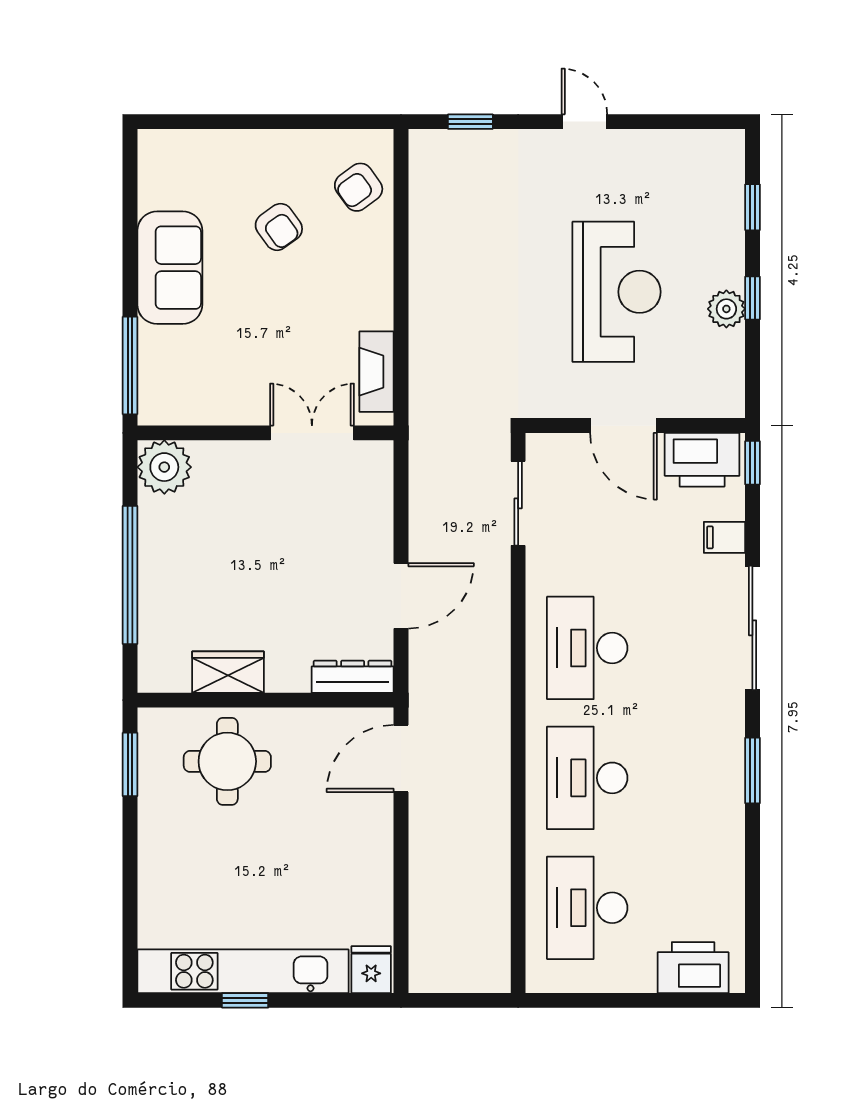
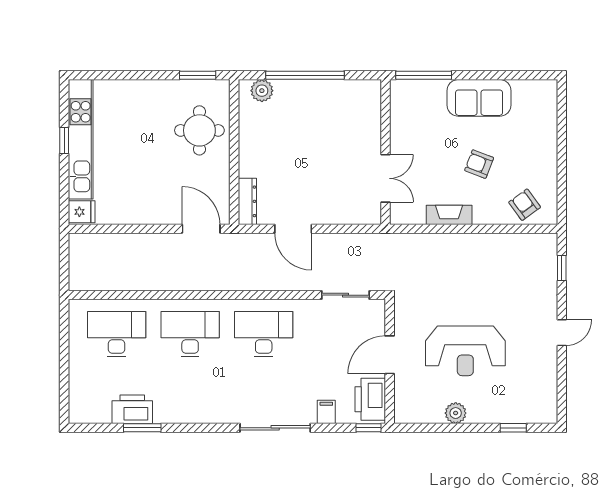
armchair: (279, 227) -> (479, 164), moved, turned 57
window: (752, 298) -> (462, 428), removed
fireplace: (376, 372) -> (449, 215), moved
plant: (164, 467) -> (262, 91), moved, width x0.73, depth x0.73
wardrobe: (228, 672) -> (250, 131), removed
window: (752, 770) -> (142, 428), moved
printer: (693, 968) -> (132, 409), moved, turned -90

